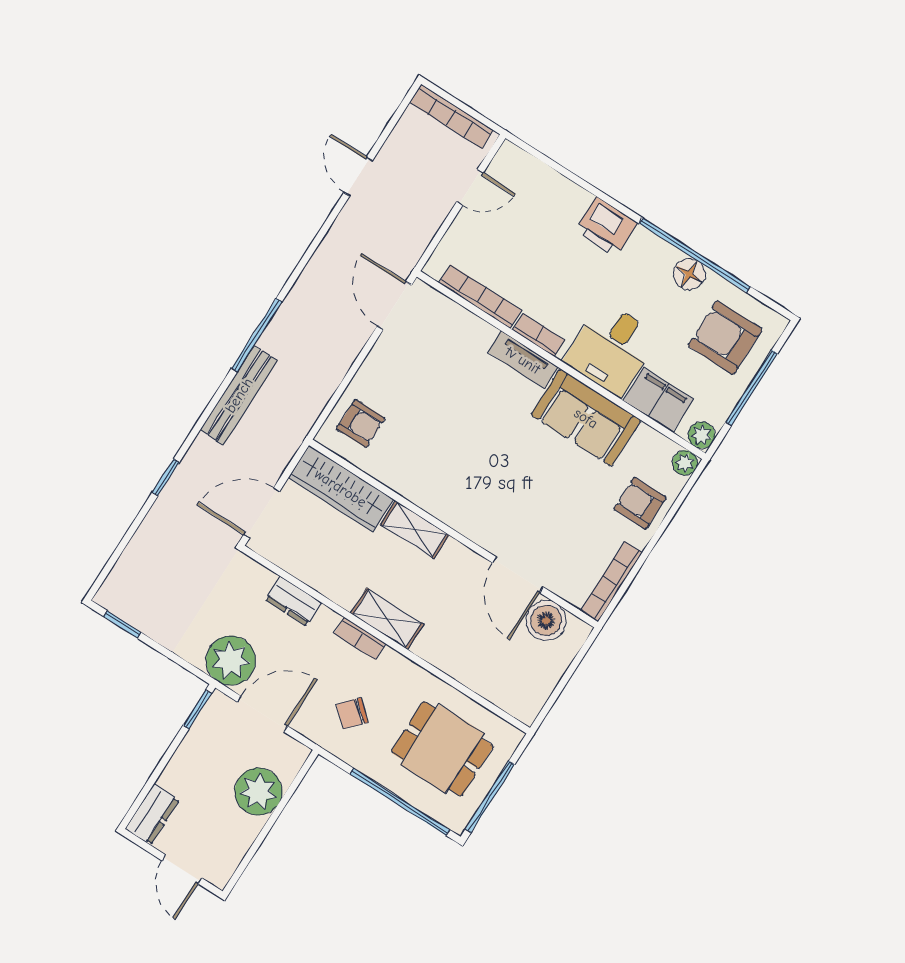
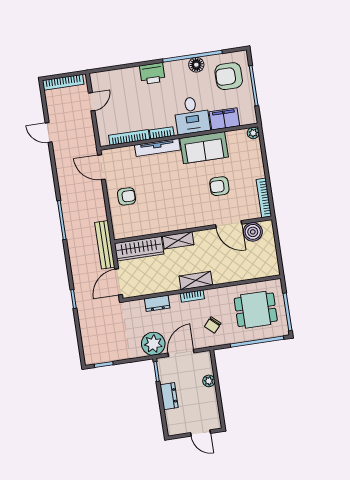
tv unit: (523, 360) -> (157, 147), width x1.41
bench: (239, 395) -> (105, 245), moved
armchair: (361, 423) -> (127, 196), moved
plant: (702, 435) -> (251, 118), removed
armchair: (640, 503) -> (219, 186), moved
plant: (258, 792) -> (209, 381), width x0.53, depth x0.53
dresser: (152, 814) -> (169, 396), moved

